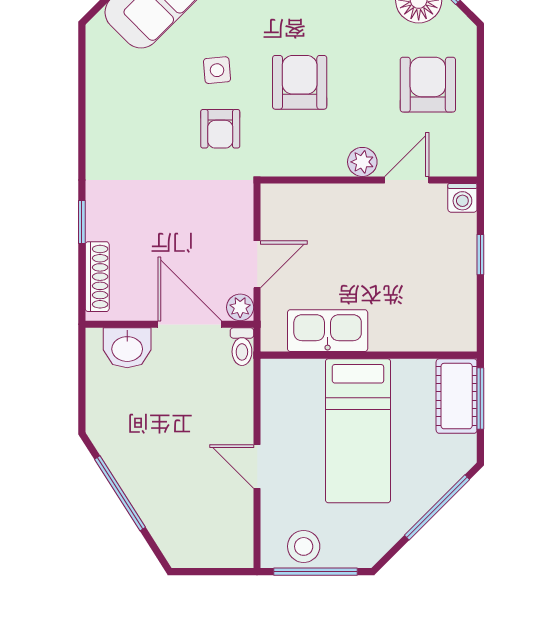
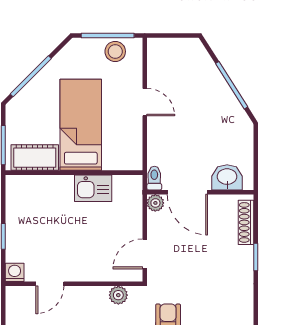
plant: (362, 162) -> (118, 295), moved
door: (257, 264) -> (145, 254), moved
kitchen sink: (328, 331) -> (93, 188), width x0.73
cot: (457, 396) -> (35, 158), moved, turned 90

